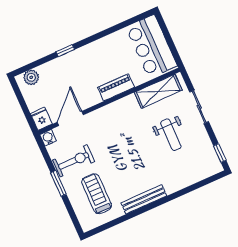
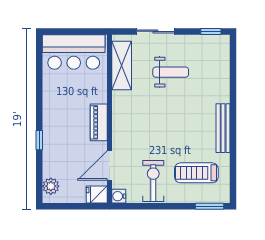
piano: (116, 87) -> (99, 122), moved
door: (70, 119) -> (109, 166), hinge flipped
window: (58, 183) -> (209, 206), moved

